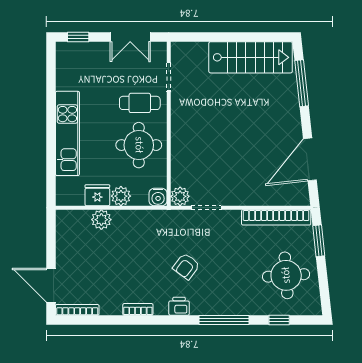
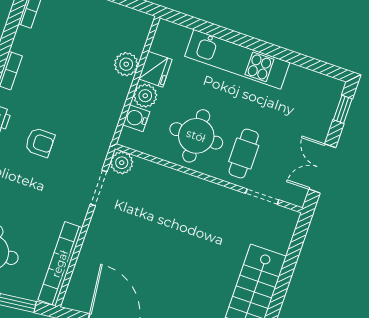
water cooler: (158, 197) -> (136, 118), moved
armchair: (186, 266) -> (40, 142), turned 143

